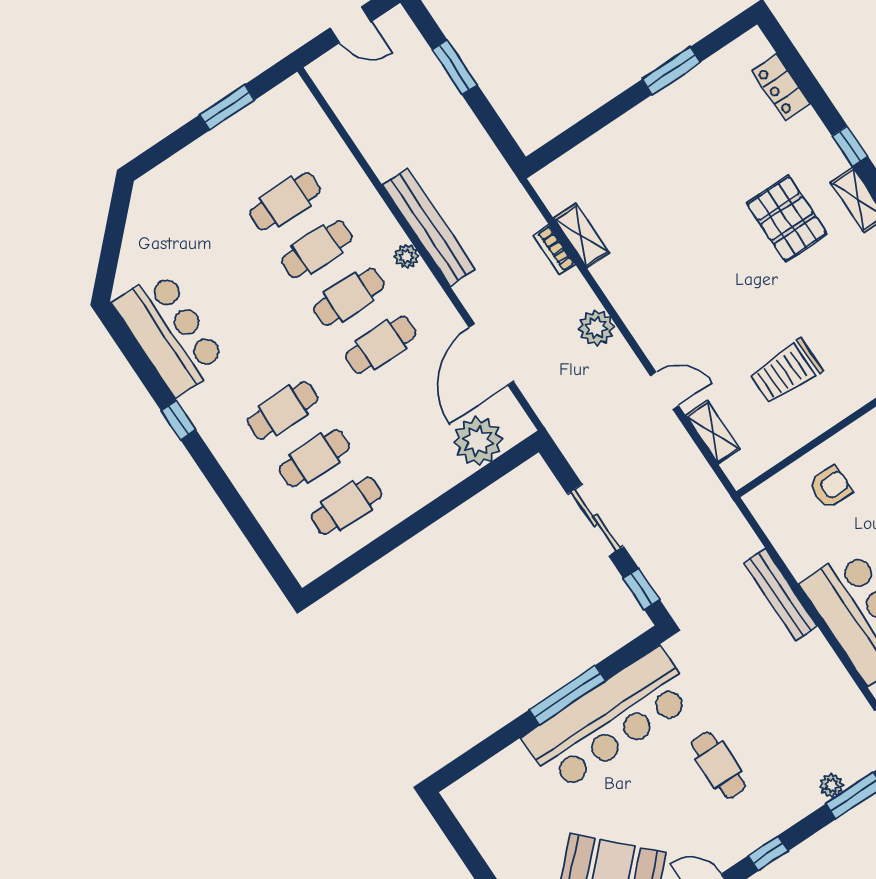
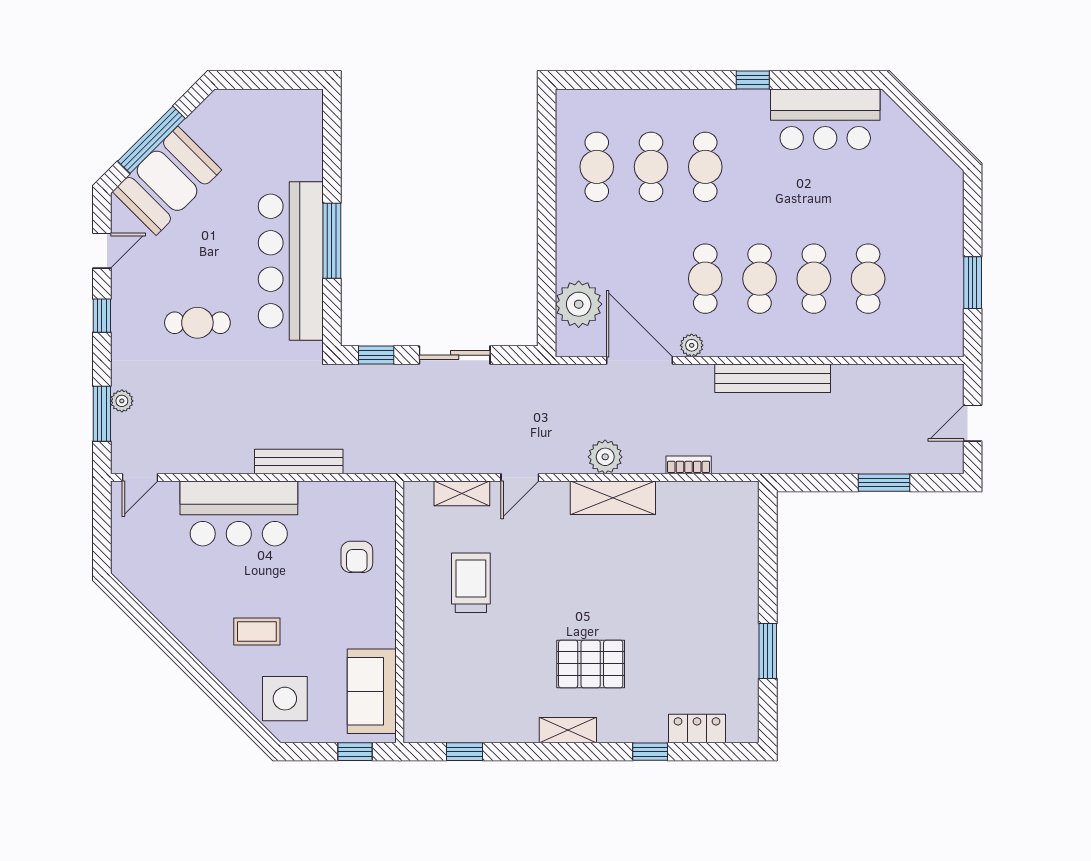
window: (850, 146) -> (650, 752), moved
shelving: (581, 236) -> (613, 498), moved, width x1.50, depth x1.33
plant: (407, 257) -> (692, 345), moved

